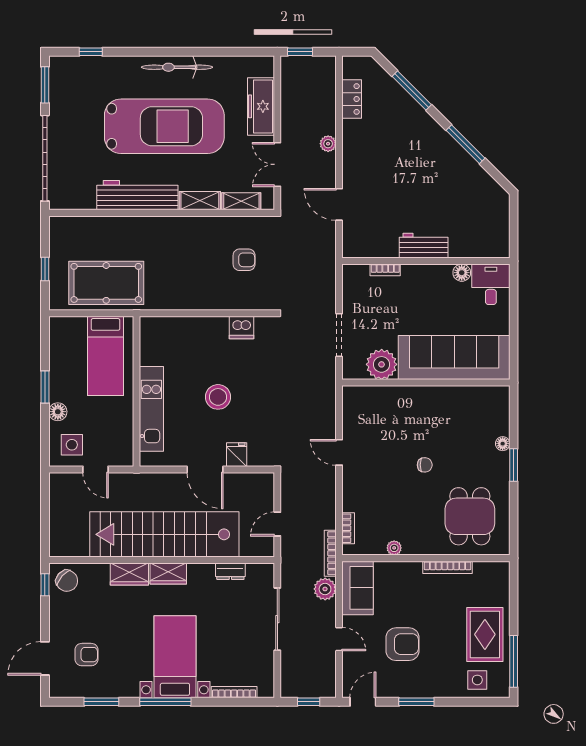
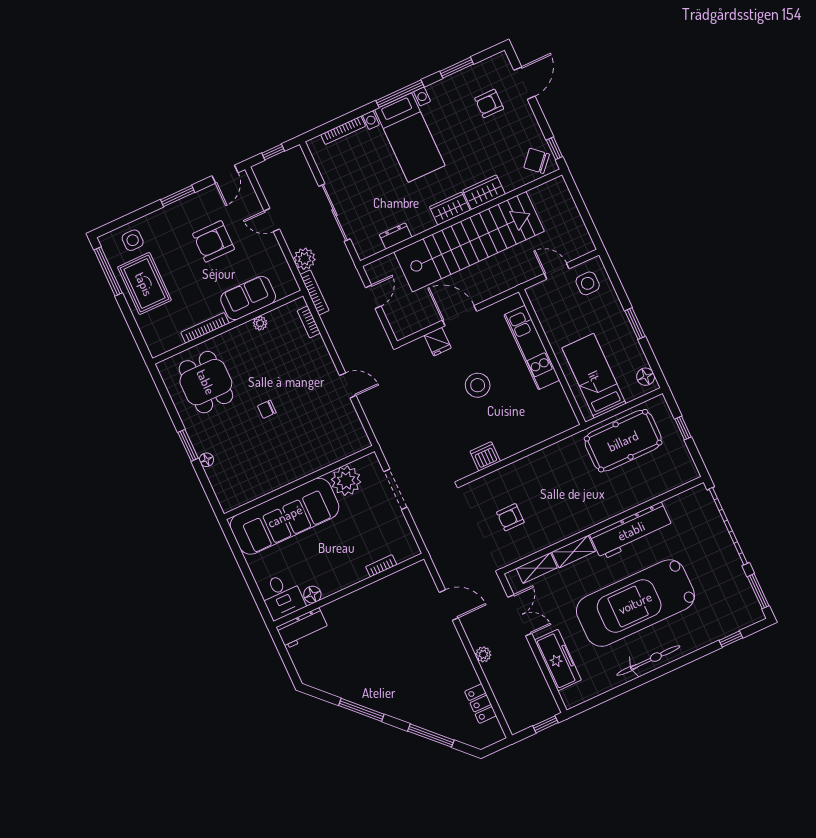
workbench: (424, 246) -> (302, 628), moved
floor lamp: (58, 412) -> (646, 377), moved
sofa: (358, 588) -> (248, 298), moved, turned 90

